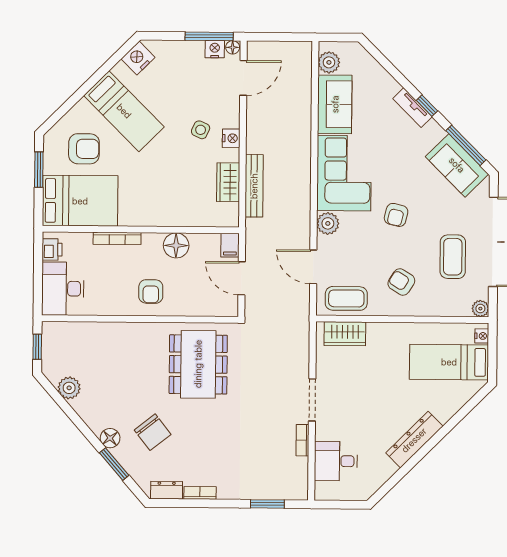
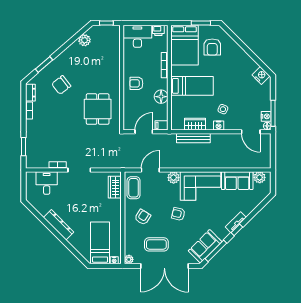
bed: (124, 111) -> (192, 86), moved, turned -135
dining table: (198, 364) -> (98, 109), width x0.73
floor lamp: (110, 438) -> (58, 62), removed

